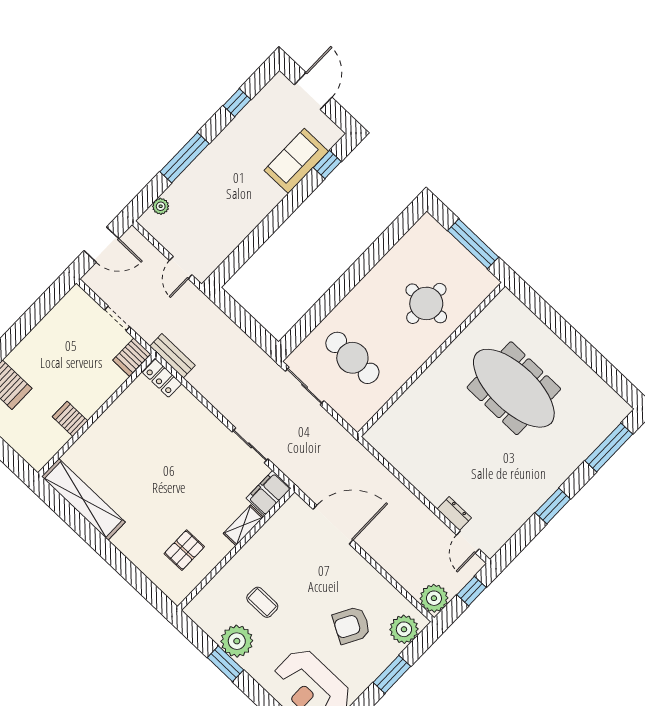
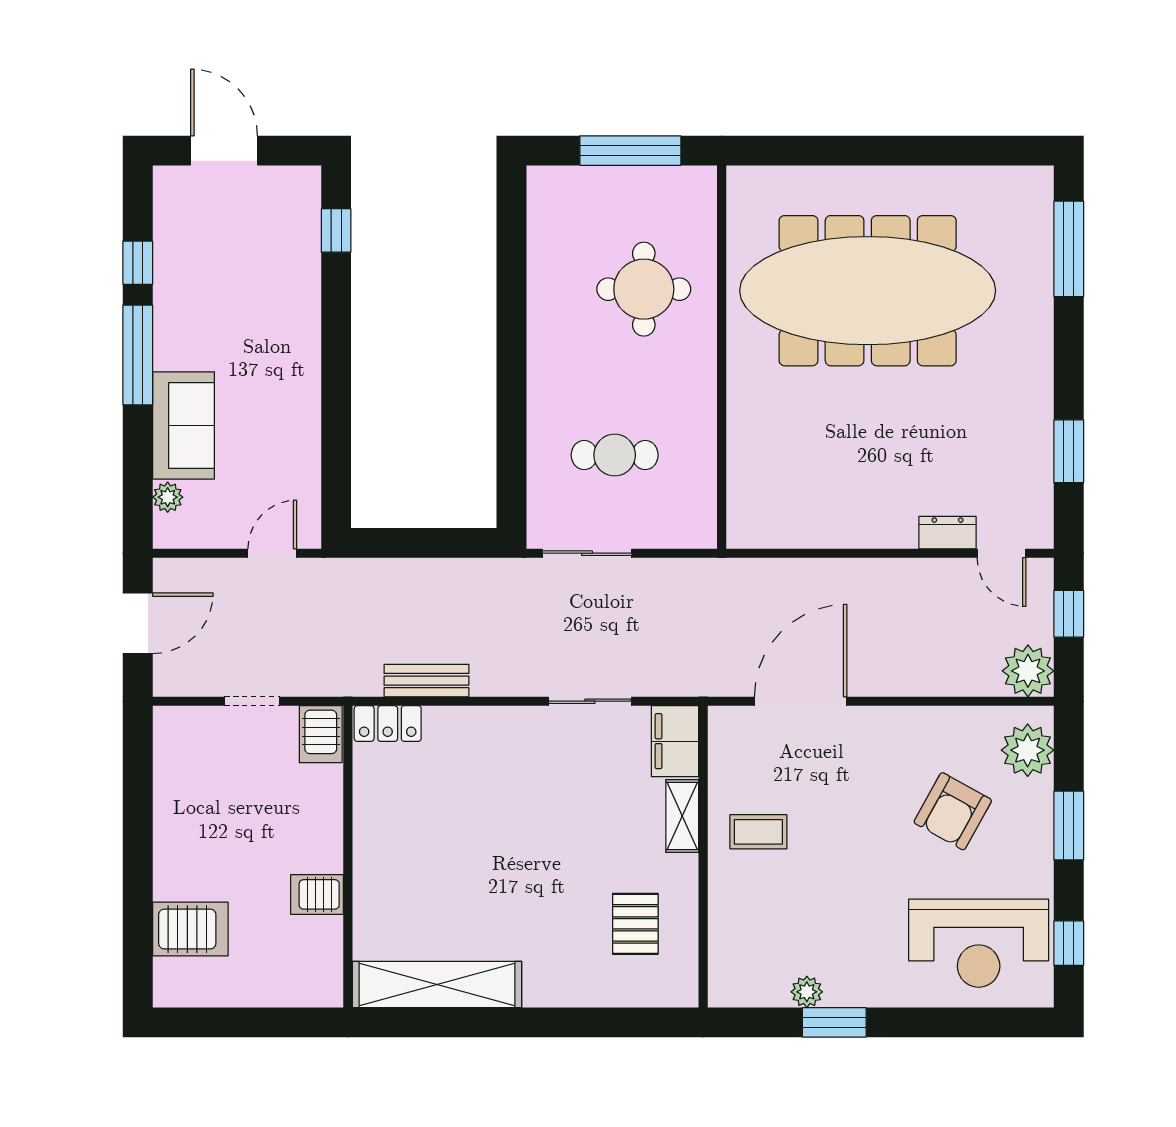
window: (185, 158) -> (138, 355), moved
sofa: (296, 161) -> (184, 425), moved, turned 180
door: (181, 268) -> (272, 553), swing flipped
bench: (172, 356) -> (426, 681), moved
cafe table: (352, 358) -> (615, 455), width x0.73, depth x0.74
meeting table: (514, 388) -> (868, 291), width x1.36, depth x1.27
window: (553, 506) -> (1069, 451), moved
coffee table: (262, 602) -> (758, 832), moved
plant: (237, 641) -> (807, 992), width x0.53, depth x0.53

